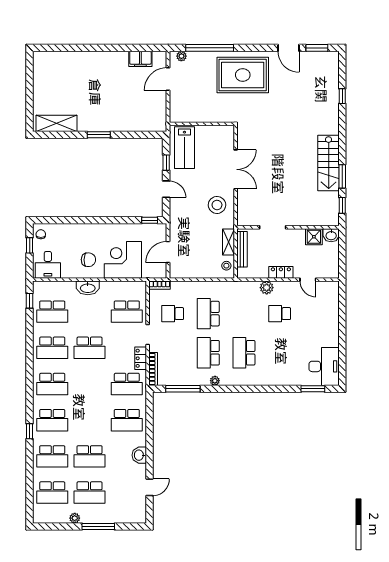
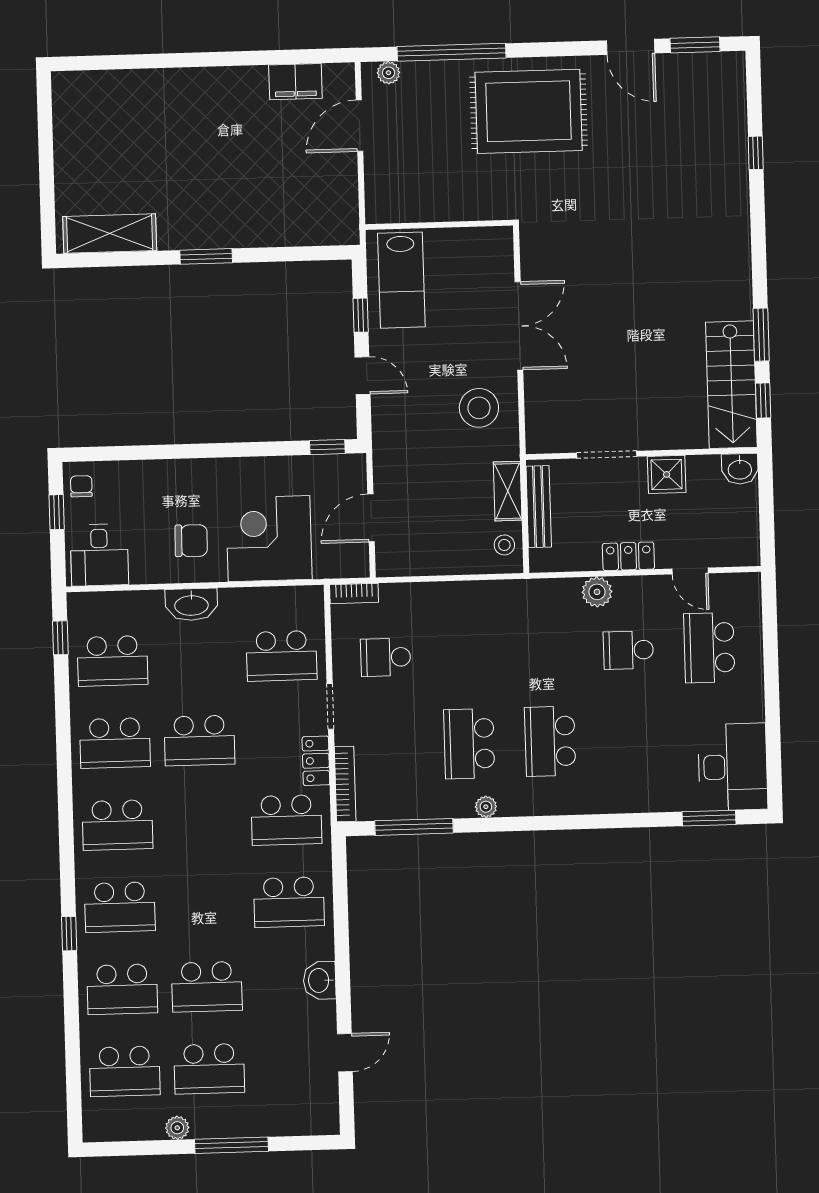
stairs: (329, 163) -> (731, 385), moved
shower: (314, 237) -> (667, 474), moved
school desk: (208, 314) -> (709, 648), moved

